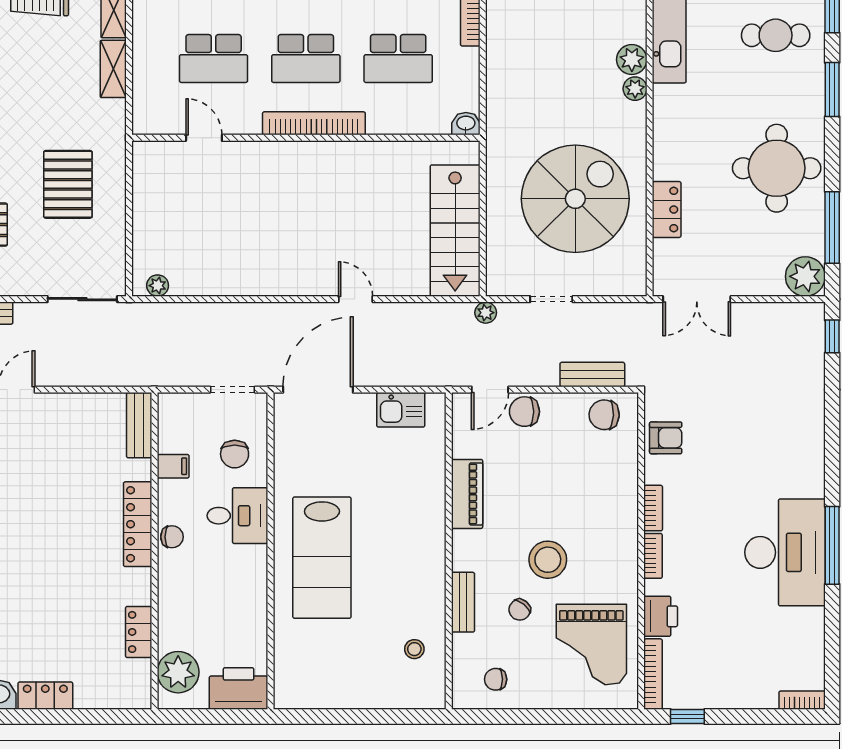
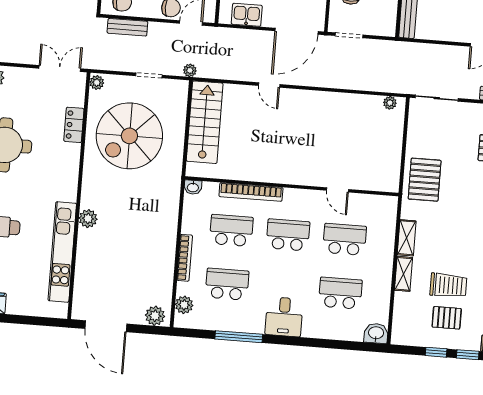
plant: (635, 89) -> (97, 82), moved
bookcase: (314, 123) -> (251, 192), moved
door: (204, 138) -> (337, 190), moved
pallet: (68, 184) -> (425, 180), moved

